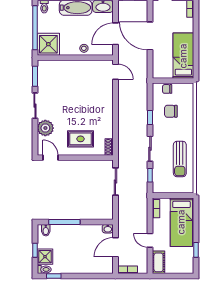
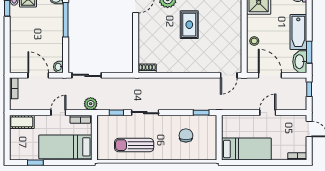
door: (150, 36) -> (268, 113), width x0.53
chair: (167, 89) -> (210, 131), removed
window: (150, 118) -> (201, 113), moved
rug: (80, 139) -> (189, 25), moved
sliding door: (115, 181) -> (87, 75), moved
plant: (142, 199) -> (91, 104), added
door: (150, 240) -> (58, 113), moved

